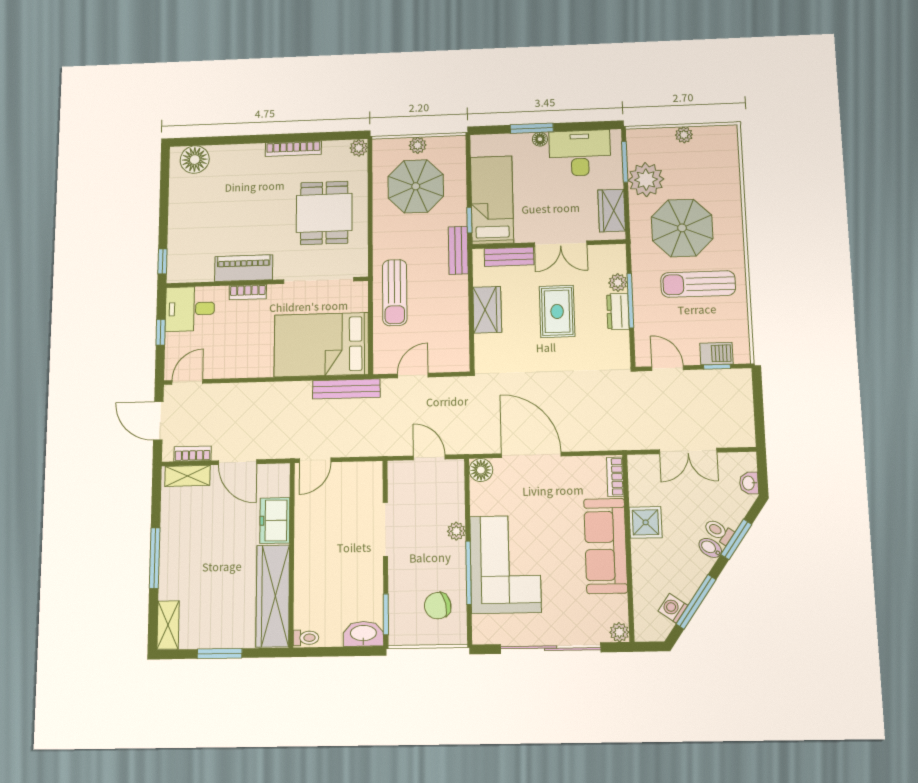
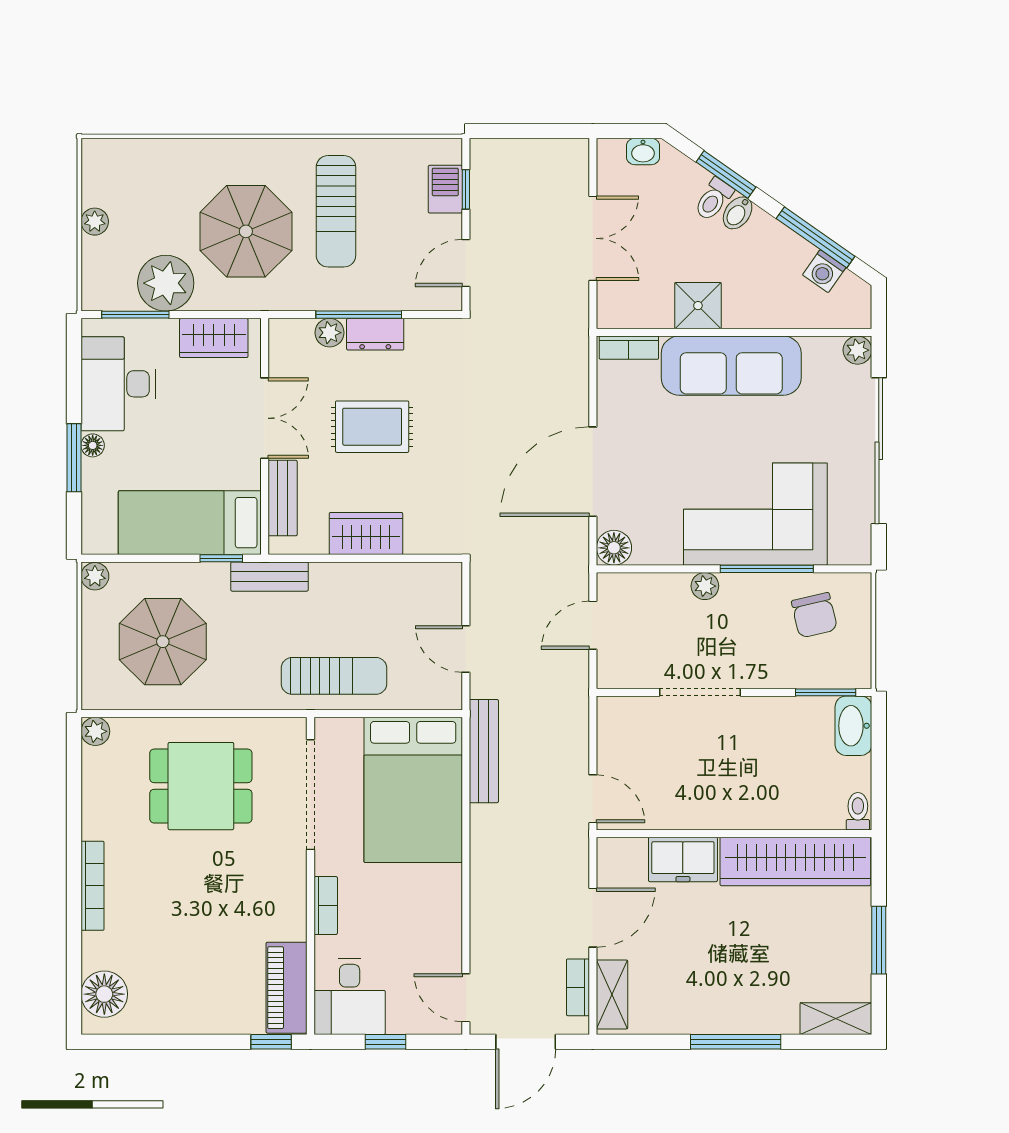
plant: (418, 145) -> (95, 576), moved
bookcase: (293, 149) -> (92, 886), moved
piano: (244, 268) -> (287, 988), moved

